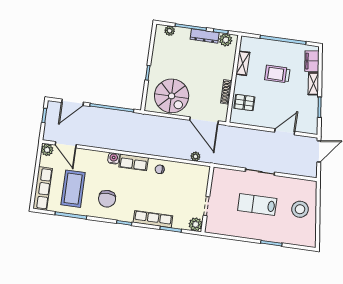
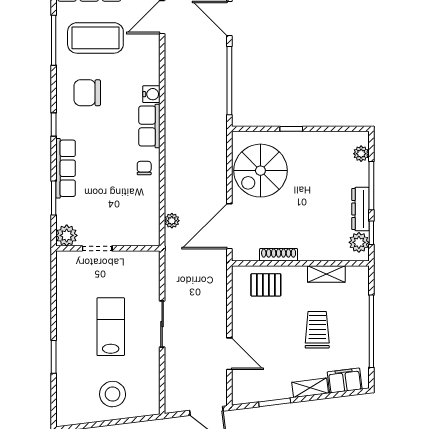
pallet: (244, 103) -> (266, 285), turned 90

